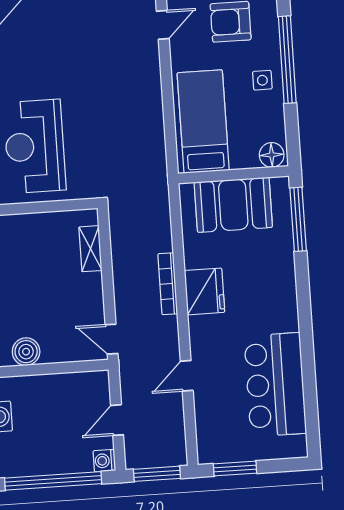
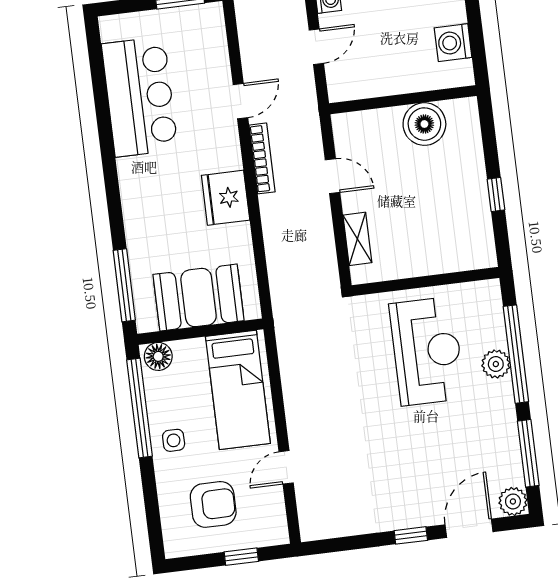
door: (163, 25) -> (286, 467), moved
window: (287, 60) -> (140, 408), moved
bookcase: (168, 284) -> (262, 158), moved
door: (112, 339) -> (332, 176), moved
boiler: (26, 352) -> (424, 124), width x1.37, depth x1.37

